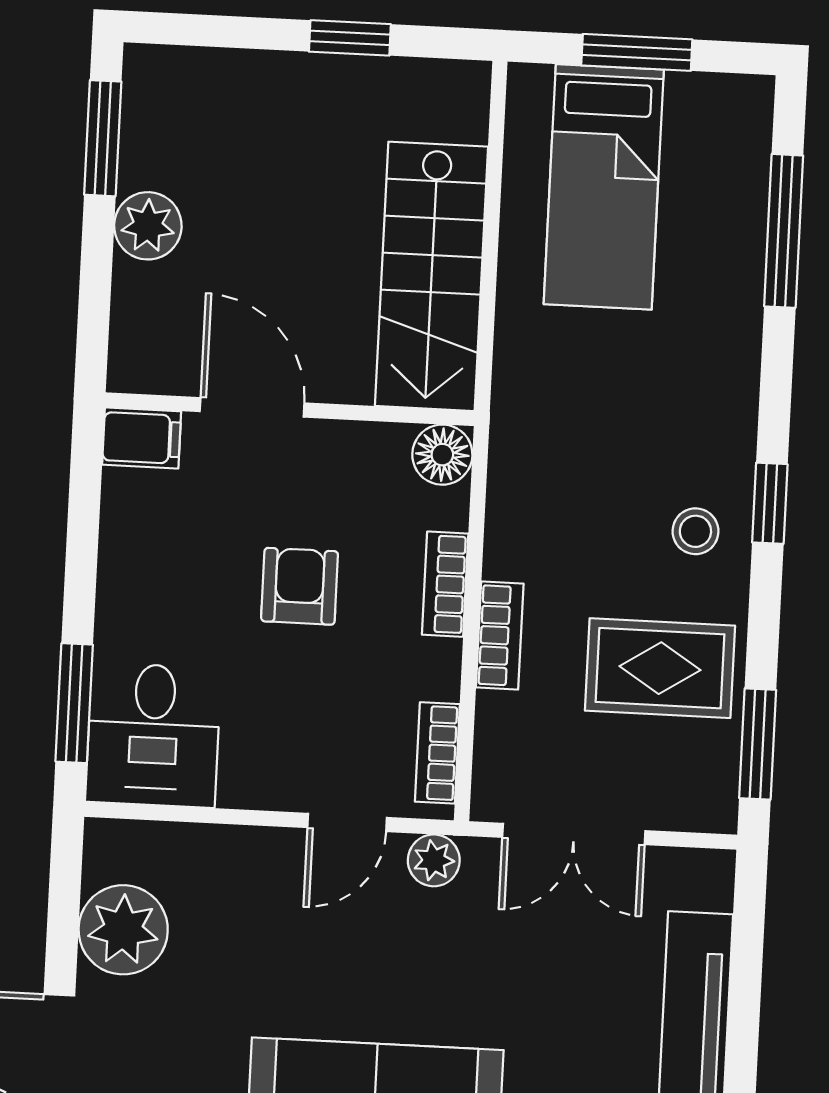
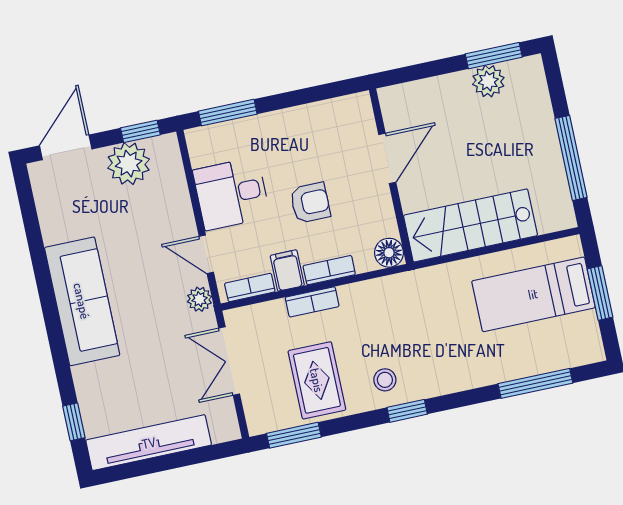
window: (350, 38) -> (571, 158), width x2.17
plant: (148, 226) -> (488, 81), moved
filing cabinet: (142, 438) -> (287, 270), moved, turned 180
desk: (153, 735) -> (231, 194), moved
window: (65, 889) -> (140, 131), added

